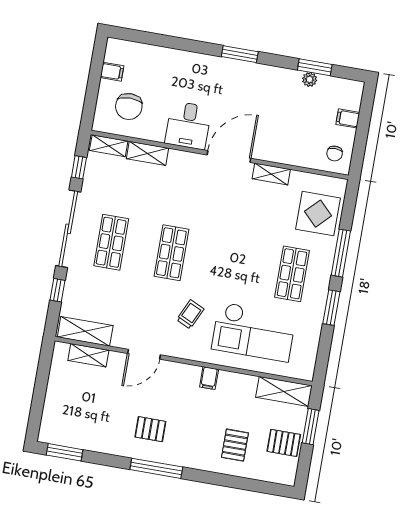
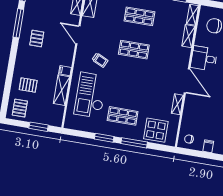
shelving: (284, 391) -> (62, 90), moved
pallet: (284, 443) -> (20, 108), moved
window: (156, 468) -> (18, 23), moved

